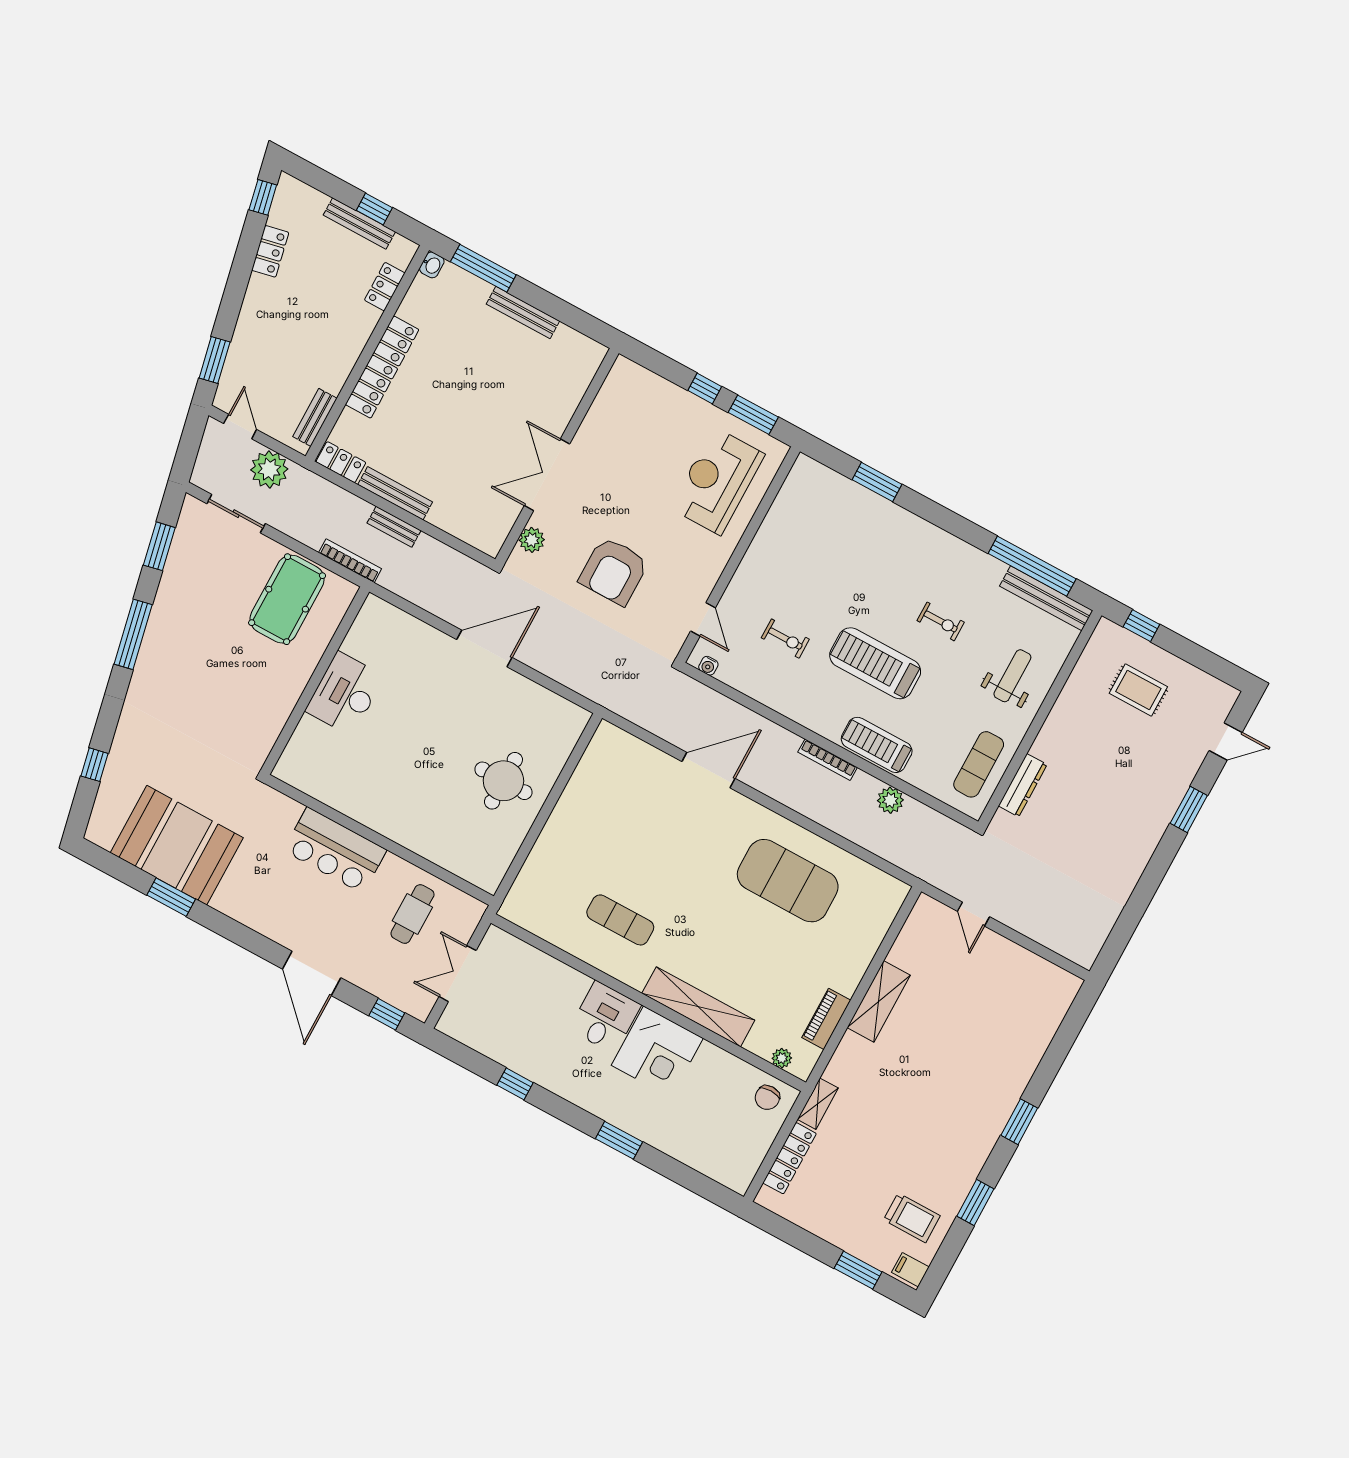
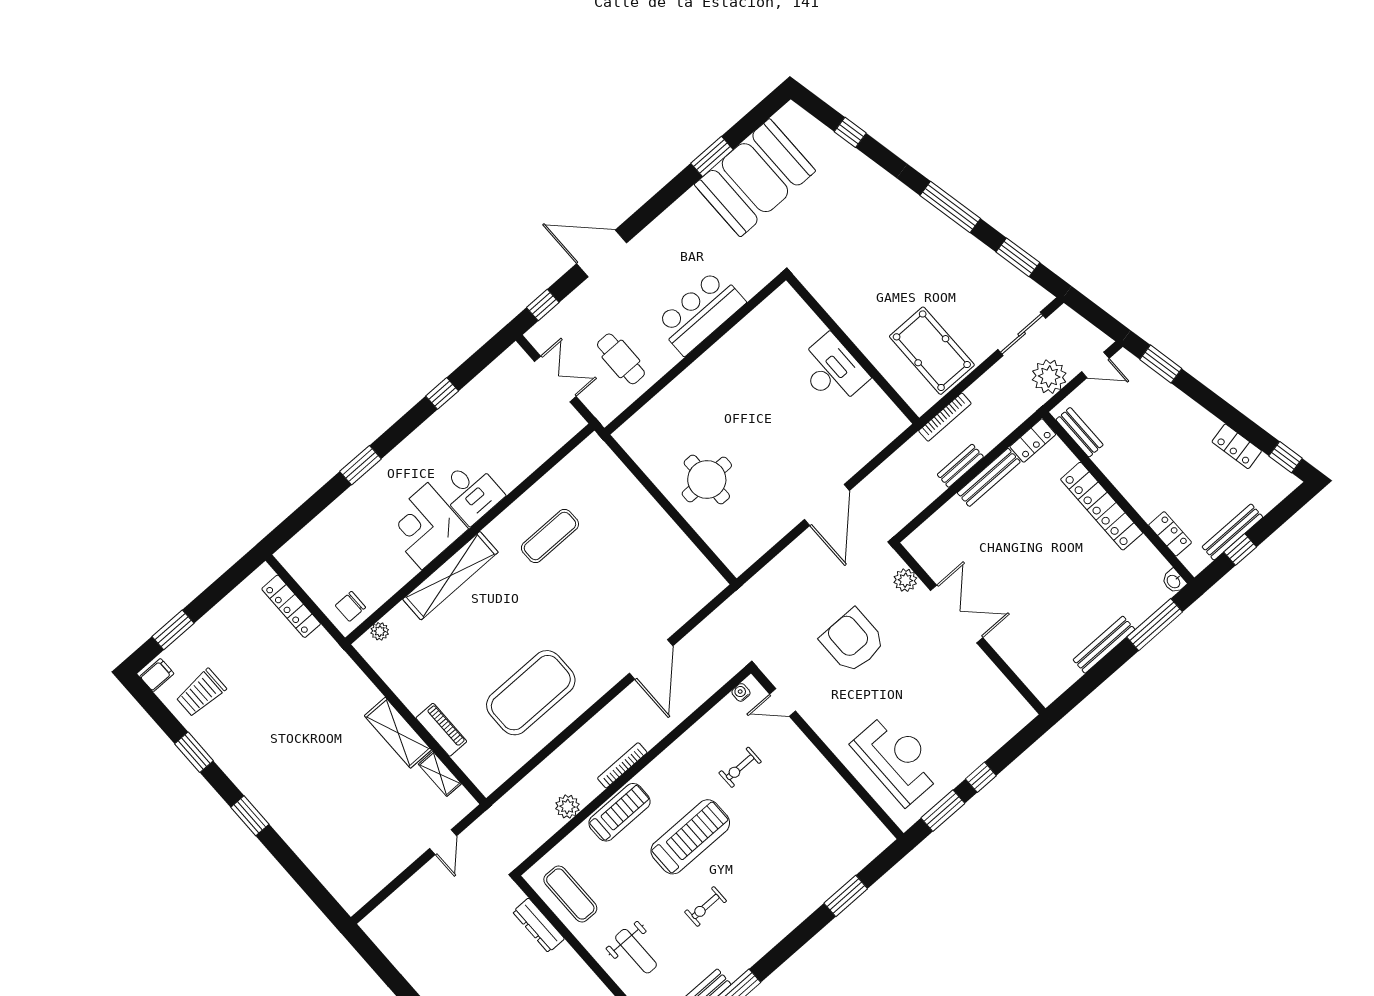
door: (973, 914) -> (443, 842), swing flipped
piano: (826, 1019) -> (441, 730), moved
chair: (767, 1098) -> (350, 606), turned -90
shelving: (818, 1104) -> (440, 774), moved

